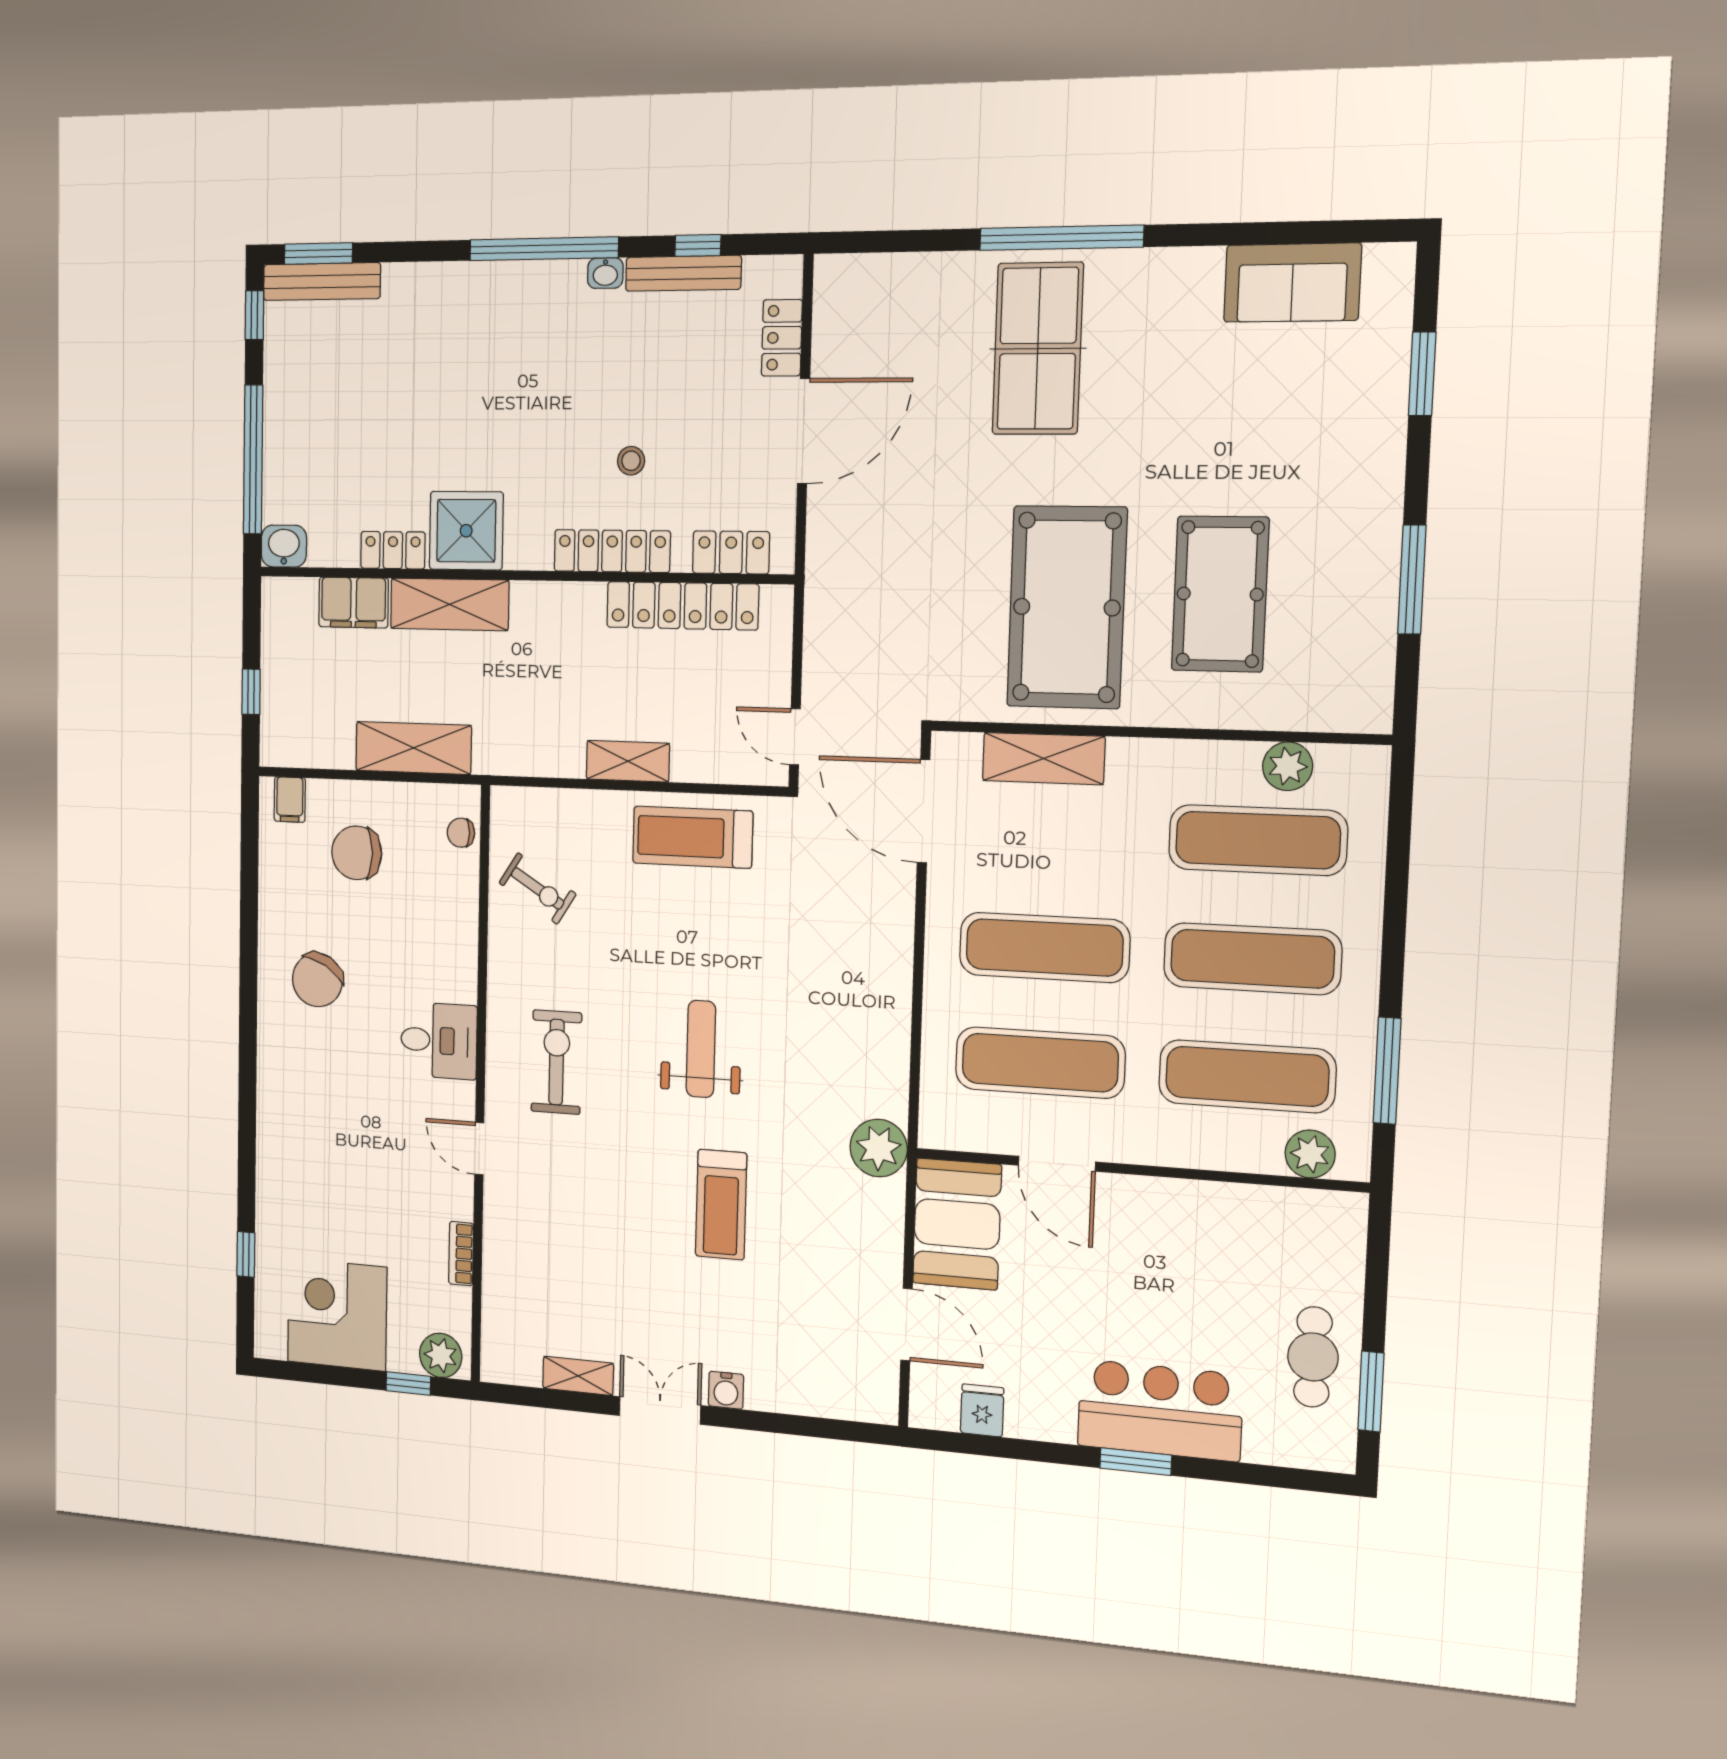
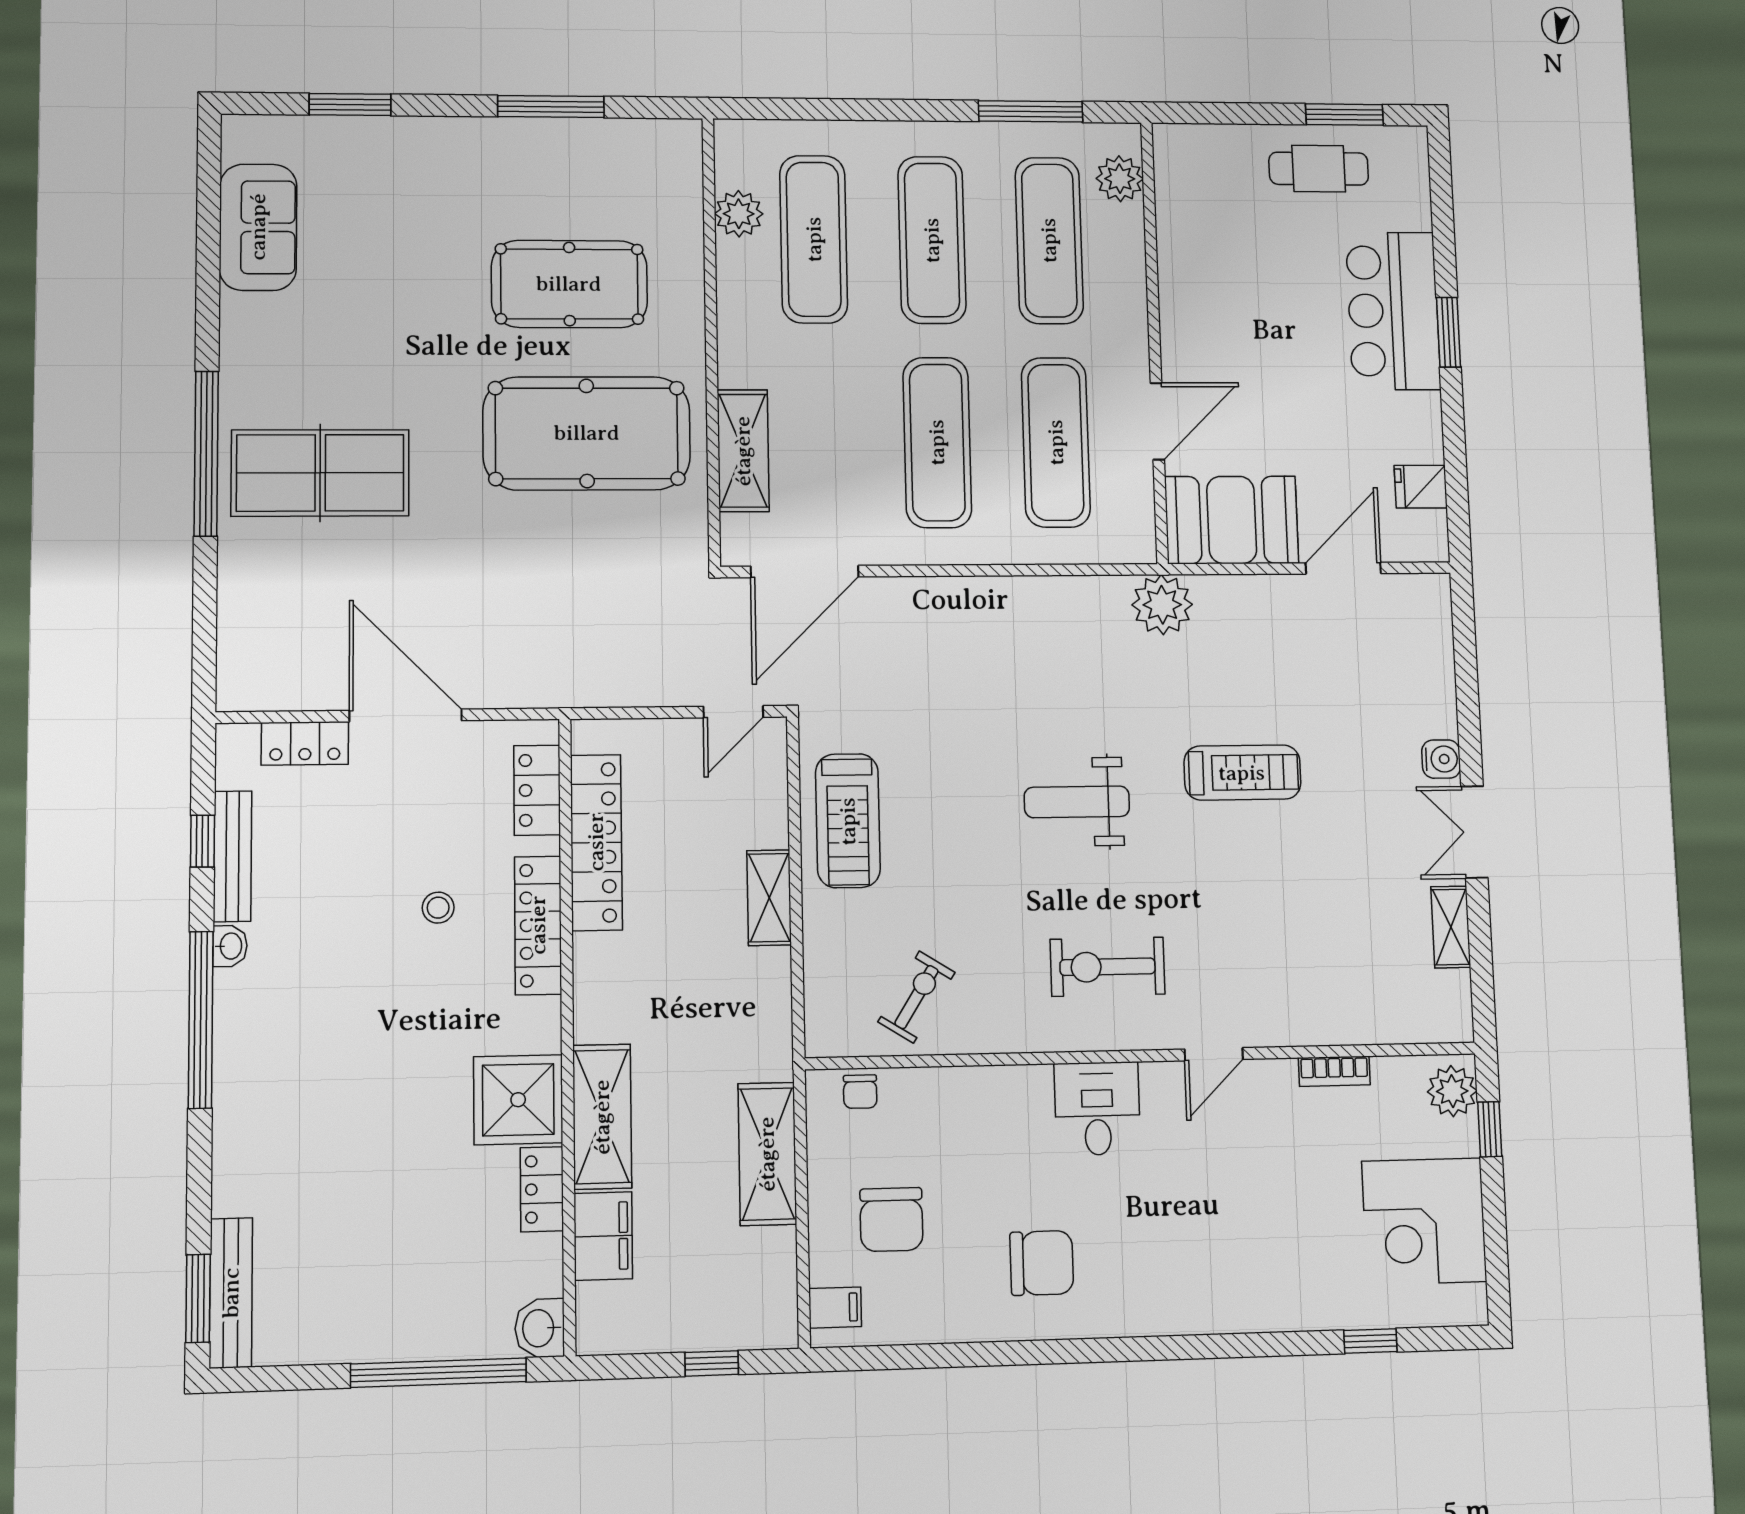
window: (254, 315) -> (268, 1378), removed
chair: (317, 980) -> (1042, 1263), turned -31

